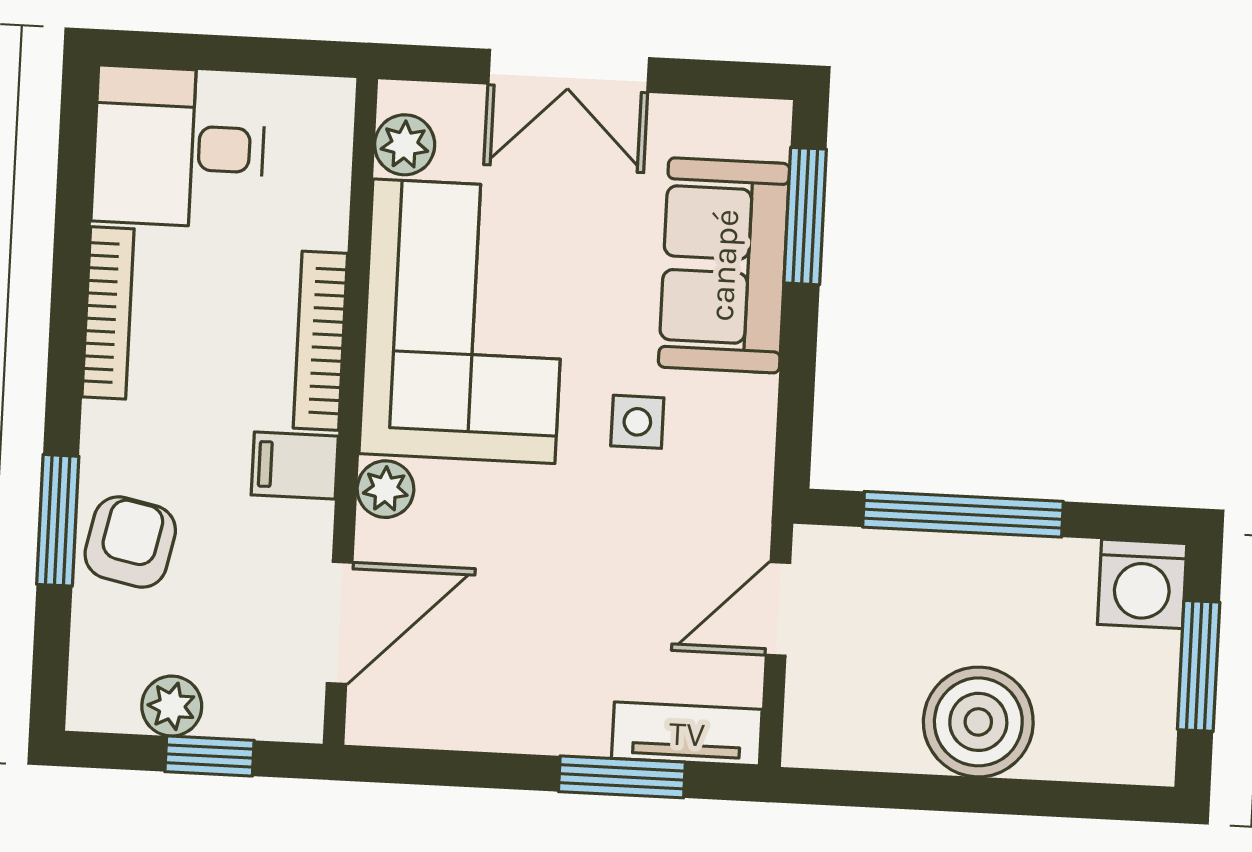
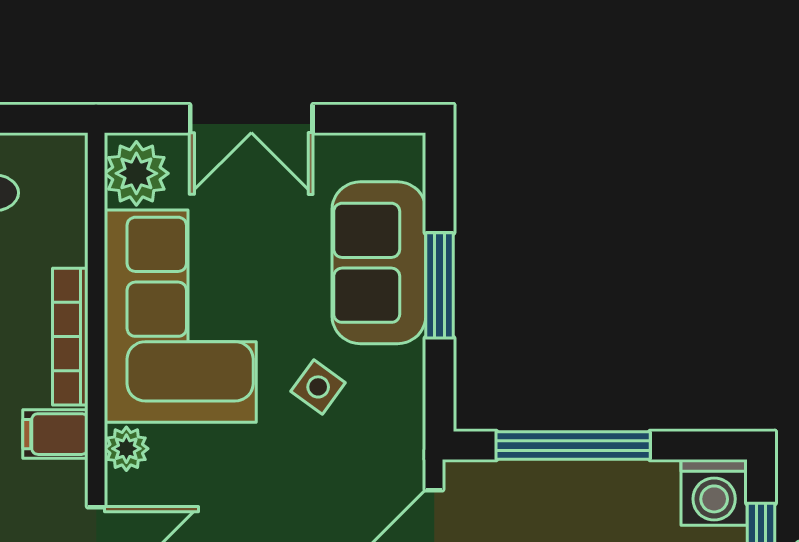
plant: (405, 145) -> (136, 173), width x1.38, depth x1.38
window: (805, 216) -> (440, 285), moved
side table: (637, 422) -> (318, 387), turned 36

